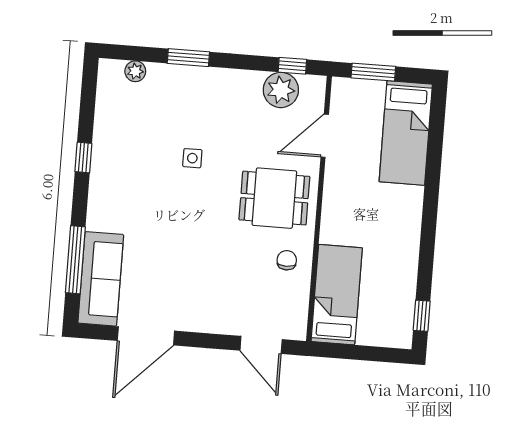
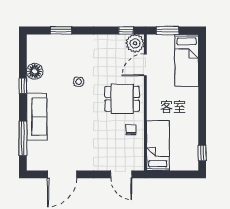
window: (188, 58) -> (61, 30), moved
plant: (135, 71) -> (46, 40), removed
plant: (281, 90) -> (135, 43), moved
floor lamp: (109, 131) -> (35, 71), added
sofa: (101, 279) -> (37, 117), moved

